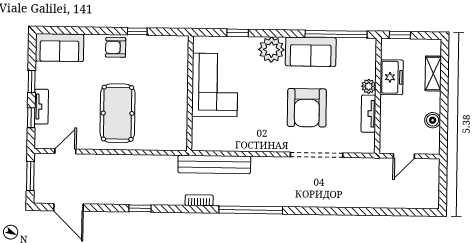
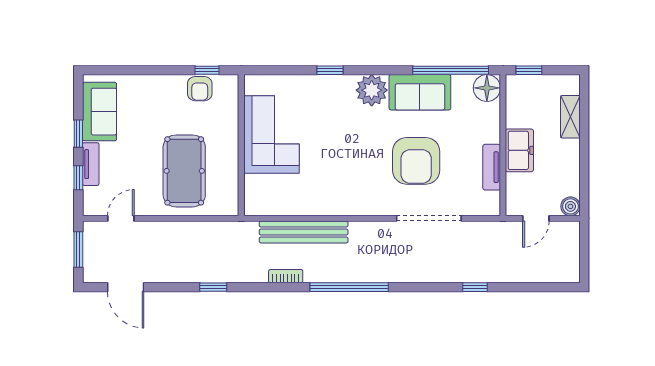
armchair: (116, 47) -> (200, 89), moved, turned -90
sofa: (59, 48) -> (100, 112), moved, turned -90
floor lamp: (365, 49) -> (487, 88), added
freezer: (392, 77) -> (519, 150), moved
corner sofa: (215, 85) -> (271, 135), moved
plant: (369, 86) -> (492, 134), removed
wall: (190, 93) -> (241, 145), moved
boiler: (433, 120) -> (570, 206), moved
window: (353, 211) -> (475, 287), added

